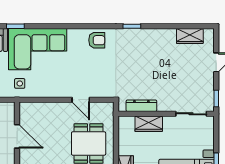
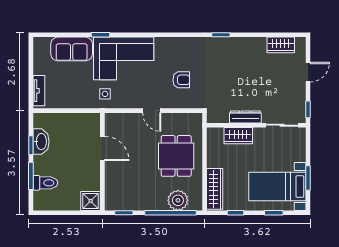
armchair: (97, 40) -> (181, 80), moved
door: (81, 100) -> (152, 111), moved
dresser: (141, 106) -> (245, 117), moved

